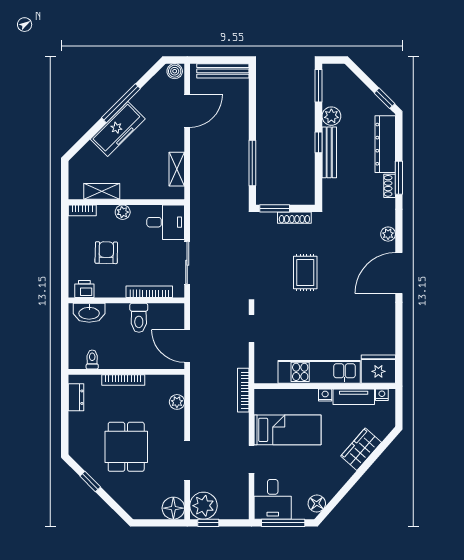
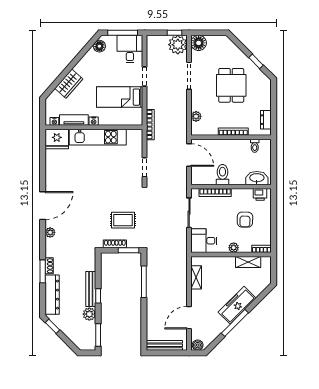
rug: (305, 273) -> (123, 220), moved, turned 90

